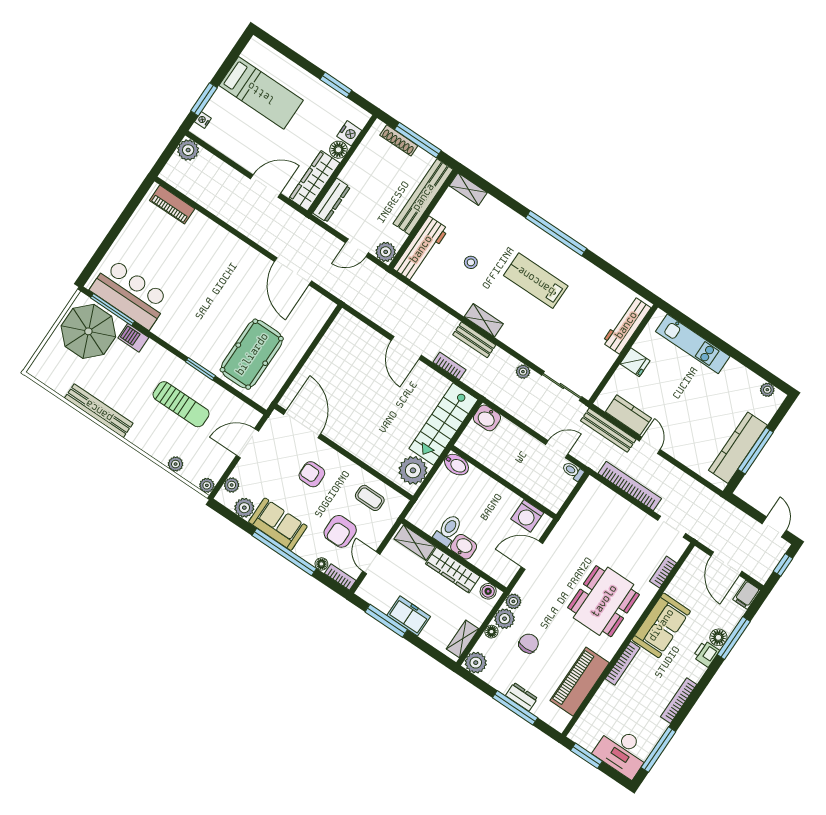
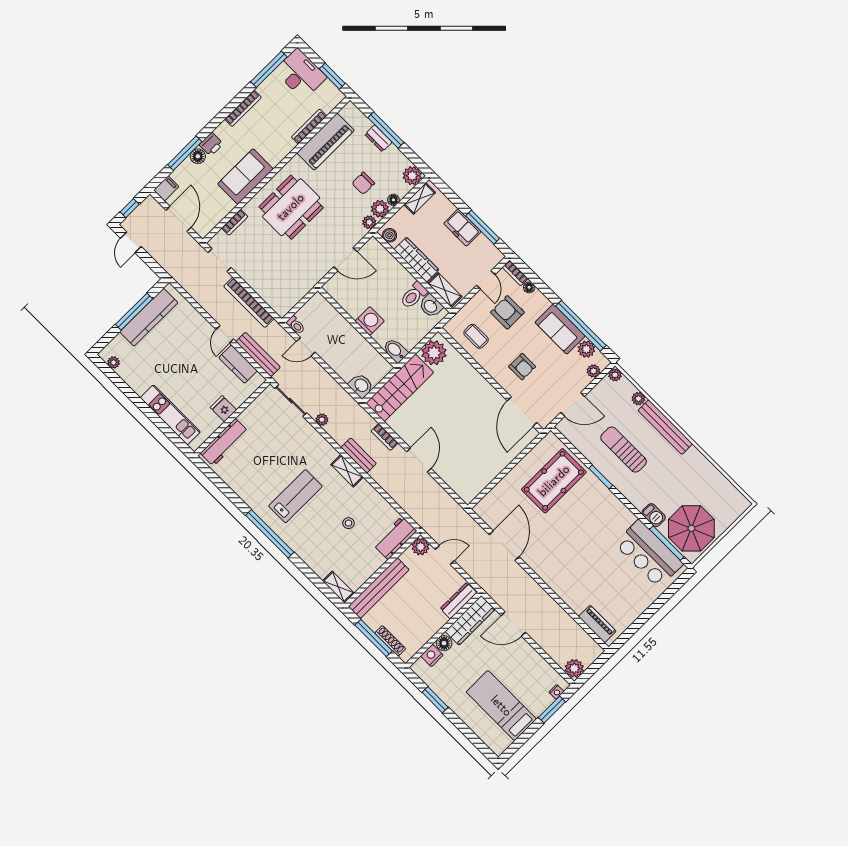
workbench: (421, 249) -> (395, 538), width x0.73
lab bench: (536, 281) -> (295, 496), turned -90
bench: (99, 411) -> (665, 427), moved
washing machine: (527, 516) -> (370, 321), moved
armchair: (340, 531) -> (507, 312), turned -90
washbasin: (464, 547) -> (431, 306), moved
window: (284, 552) -> (581, 326), moved
bookcase: (623, 663) -> (309, 126), moved

